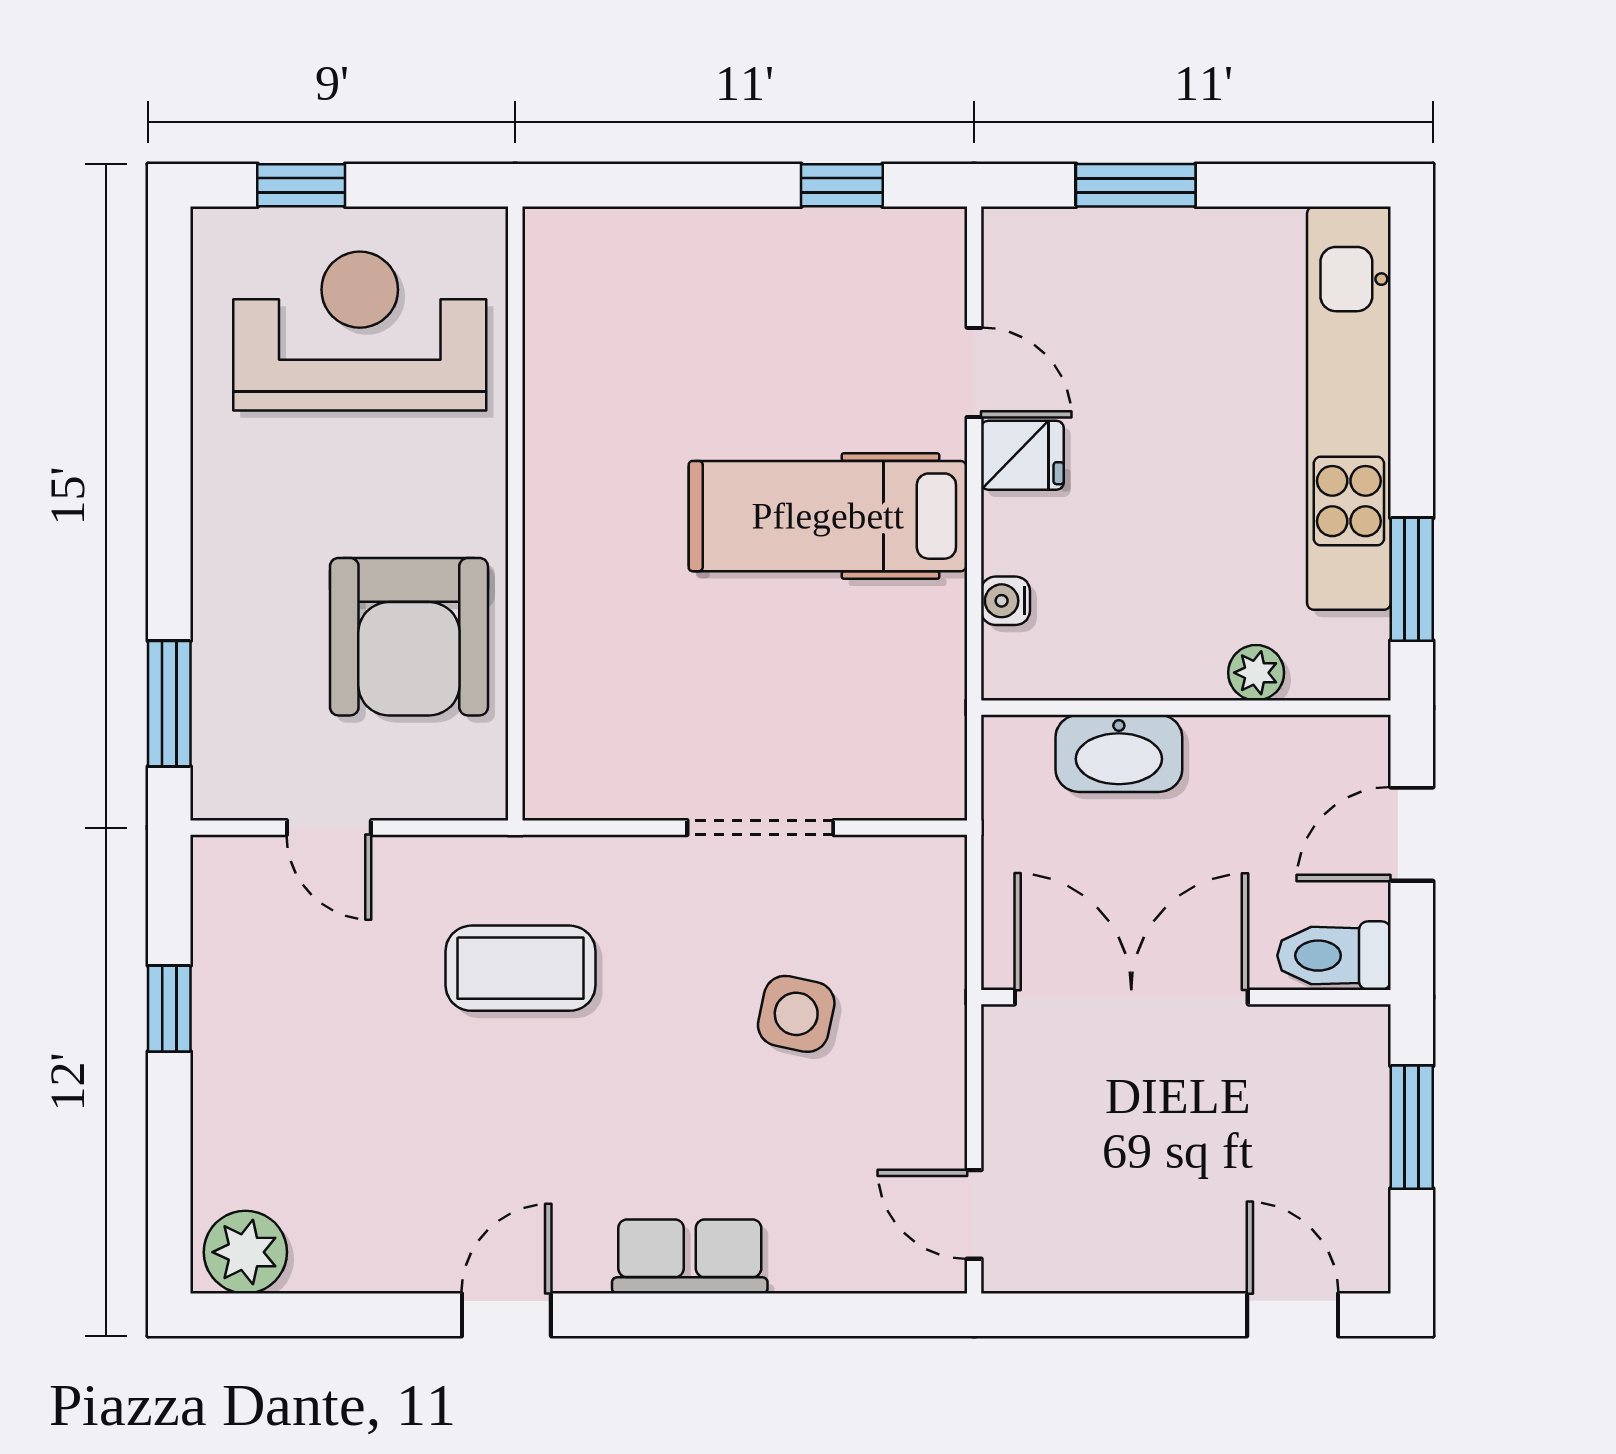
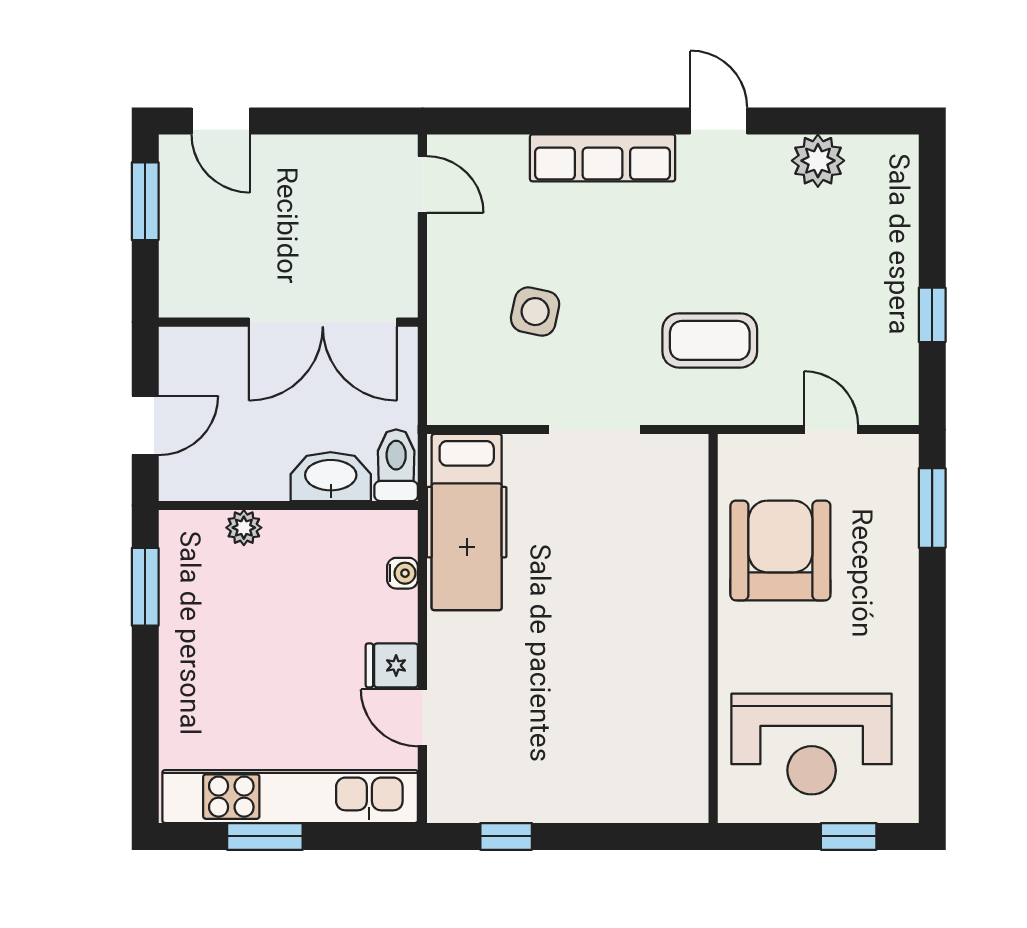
window: (1136, 185) -> (265, 836), moved
kitchen unit: (1349, 408) -> (290, 797), moved, turned -90
hospital bed: (828, 516) -> (467, 522), moved, turned 90
doorway: (760, 828) -> (594, 430), moved
toilet: (1334, 956) -> (396, 465), moved, turned -90
window: (1412, 1127) -> (145, 201), moved
plant: (245, 1252) -> (818, 161), moved
row of seats: (690, 1256) -> (603, 158), width x1.48
door: (506, 1315) -> (719, 121), swing flipped

